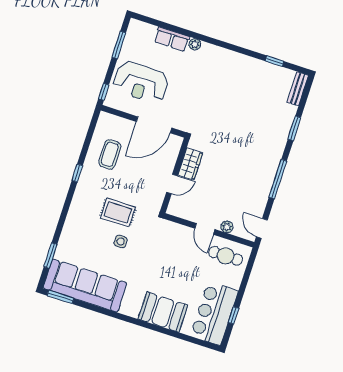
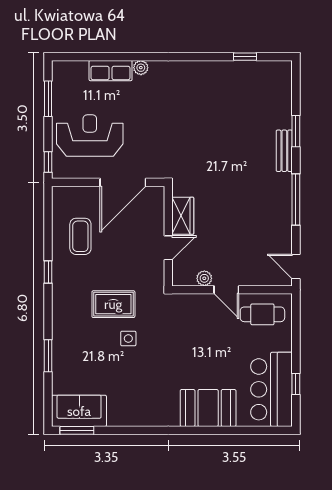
reception desk: (141, 82) -> (90, 136), turned 180
bench: (298, 89) -> (284, 151), moved
plant: (227, 227) -> (204, 278), moved
window: (50, 256) -> (48, 356), moved
sofa: (85, 286) -> (79, 411), width x0.54, depth x0.79

